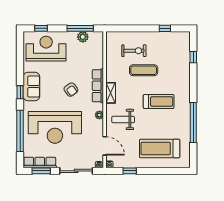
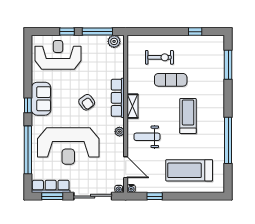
window: (41, 28) -> (67, 32), moved
plant: (83, 37) -> (114, 41), moved
window: (193, 57) -> (228, 65), width x2.17
treadmill: (159, 101) -> (188, 116), turned -90

